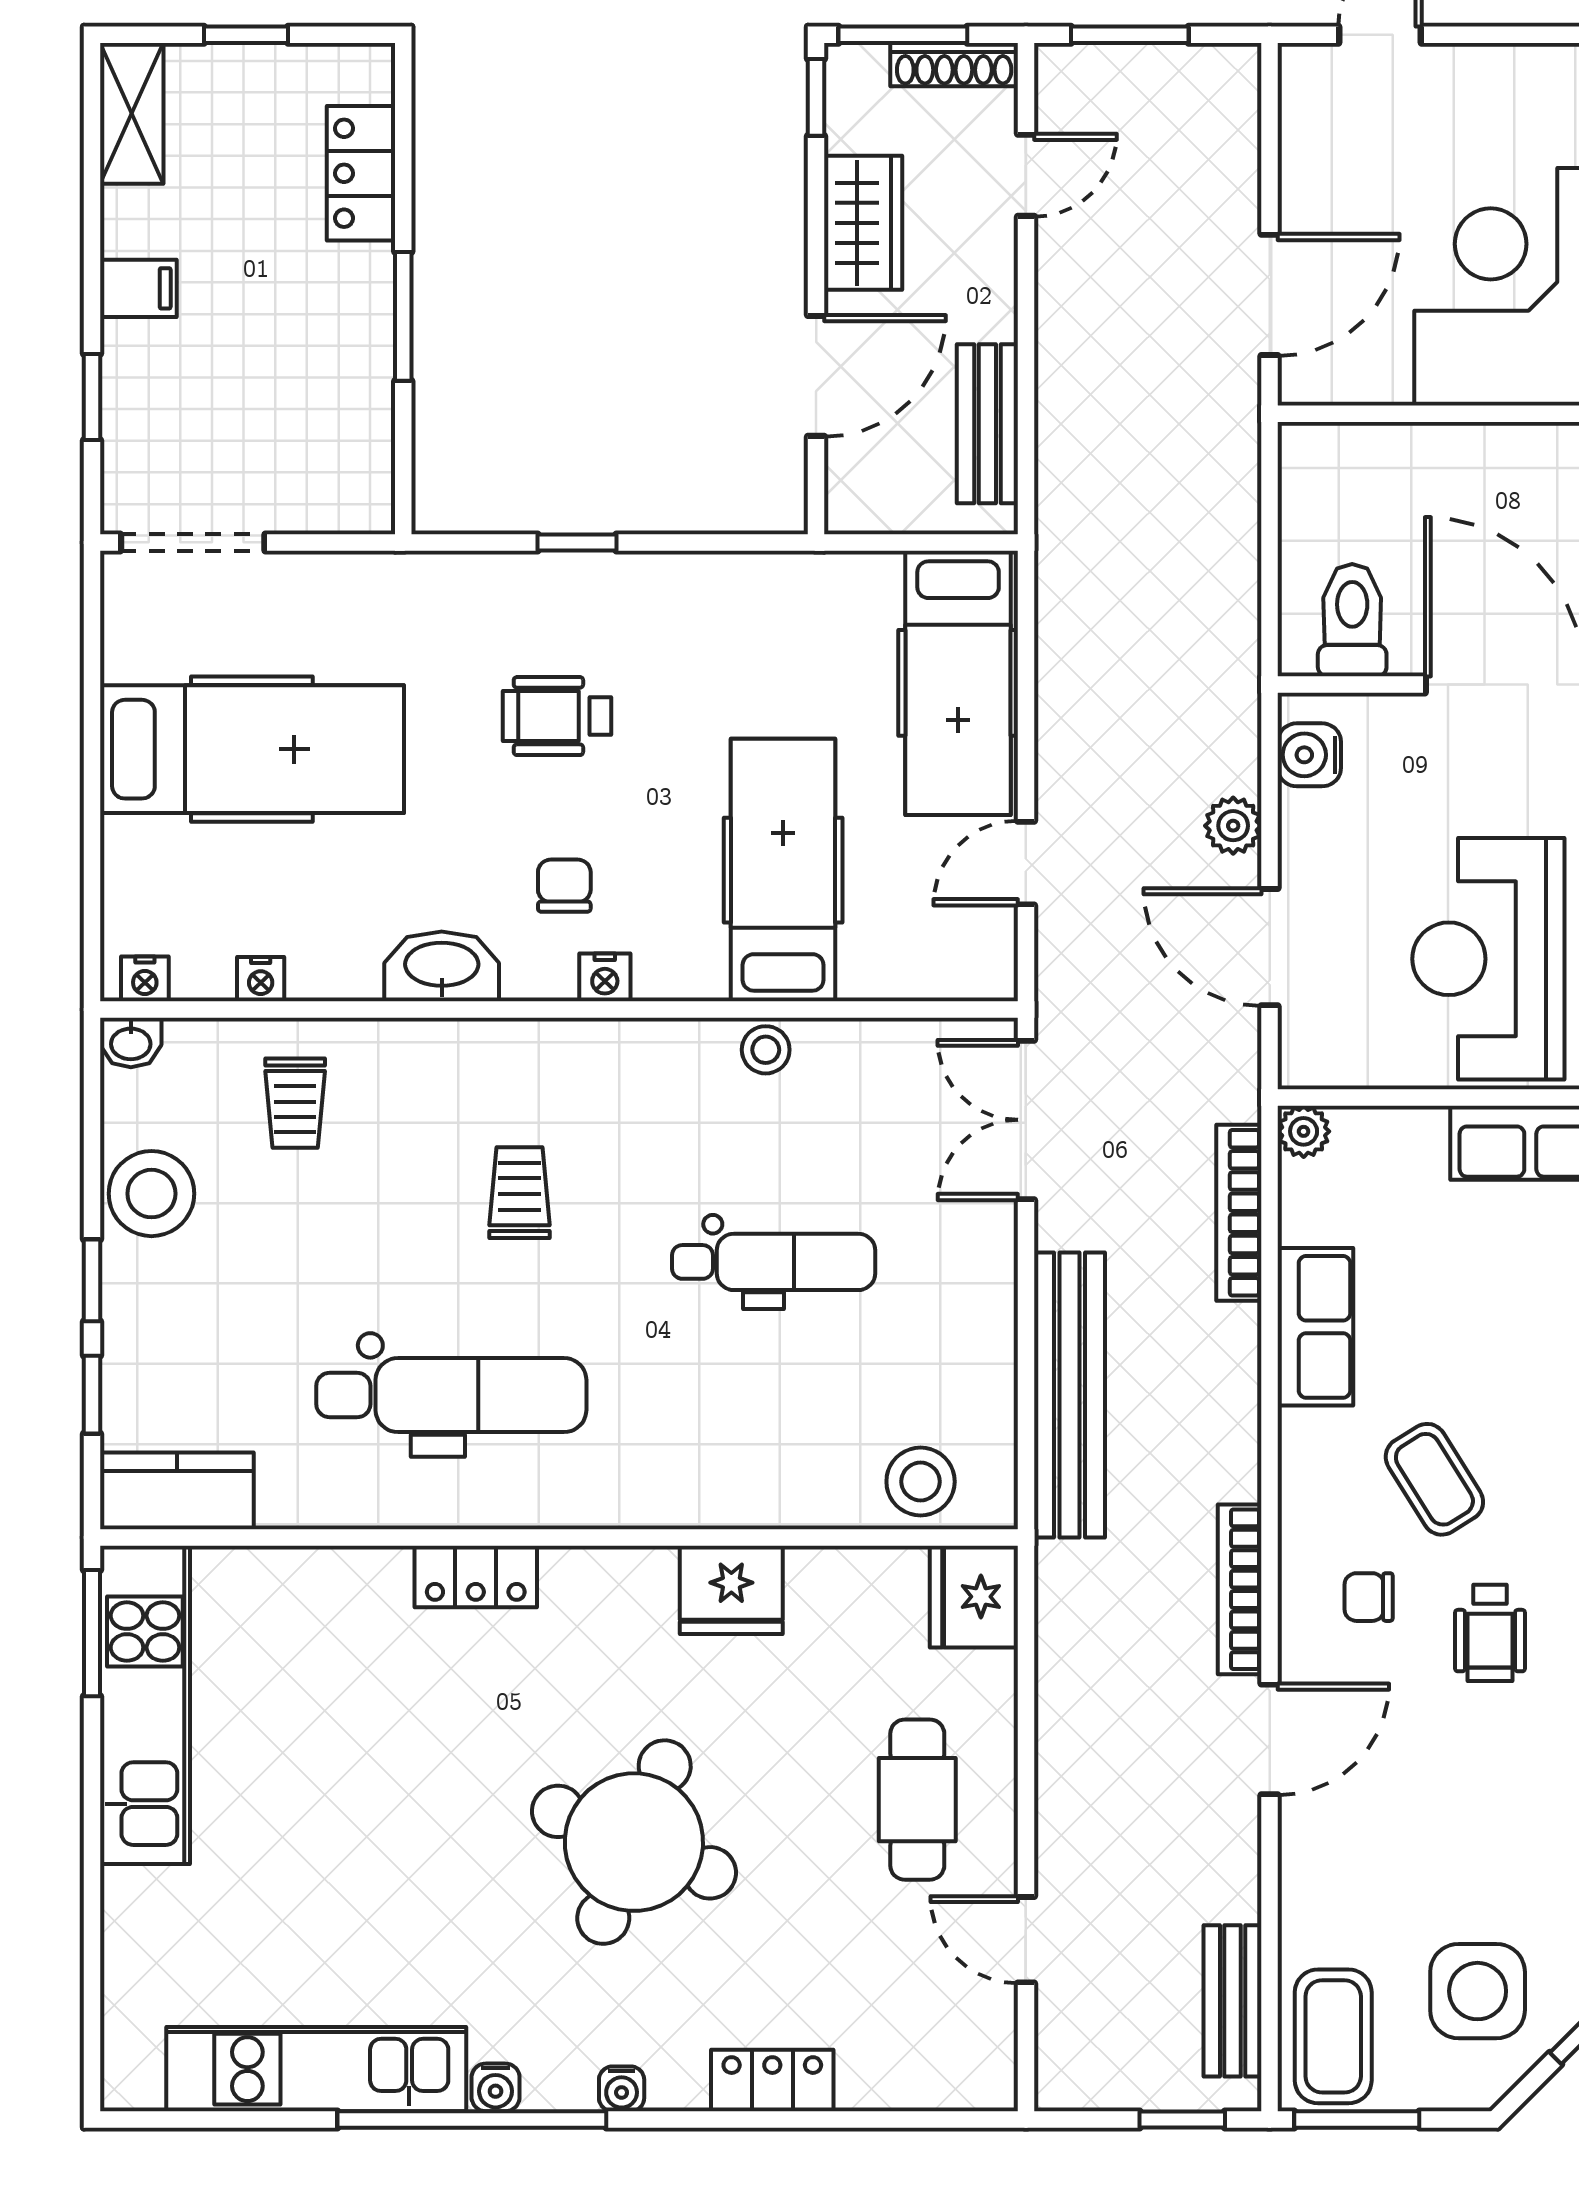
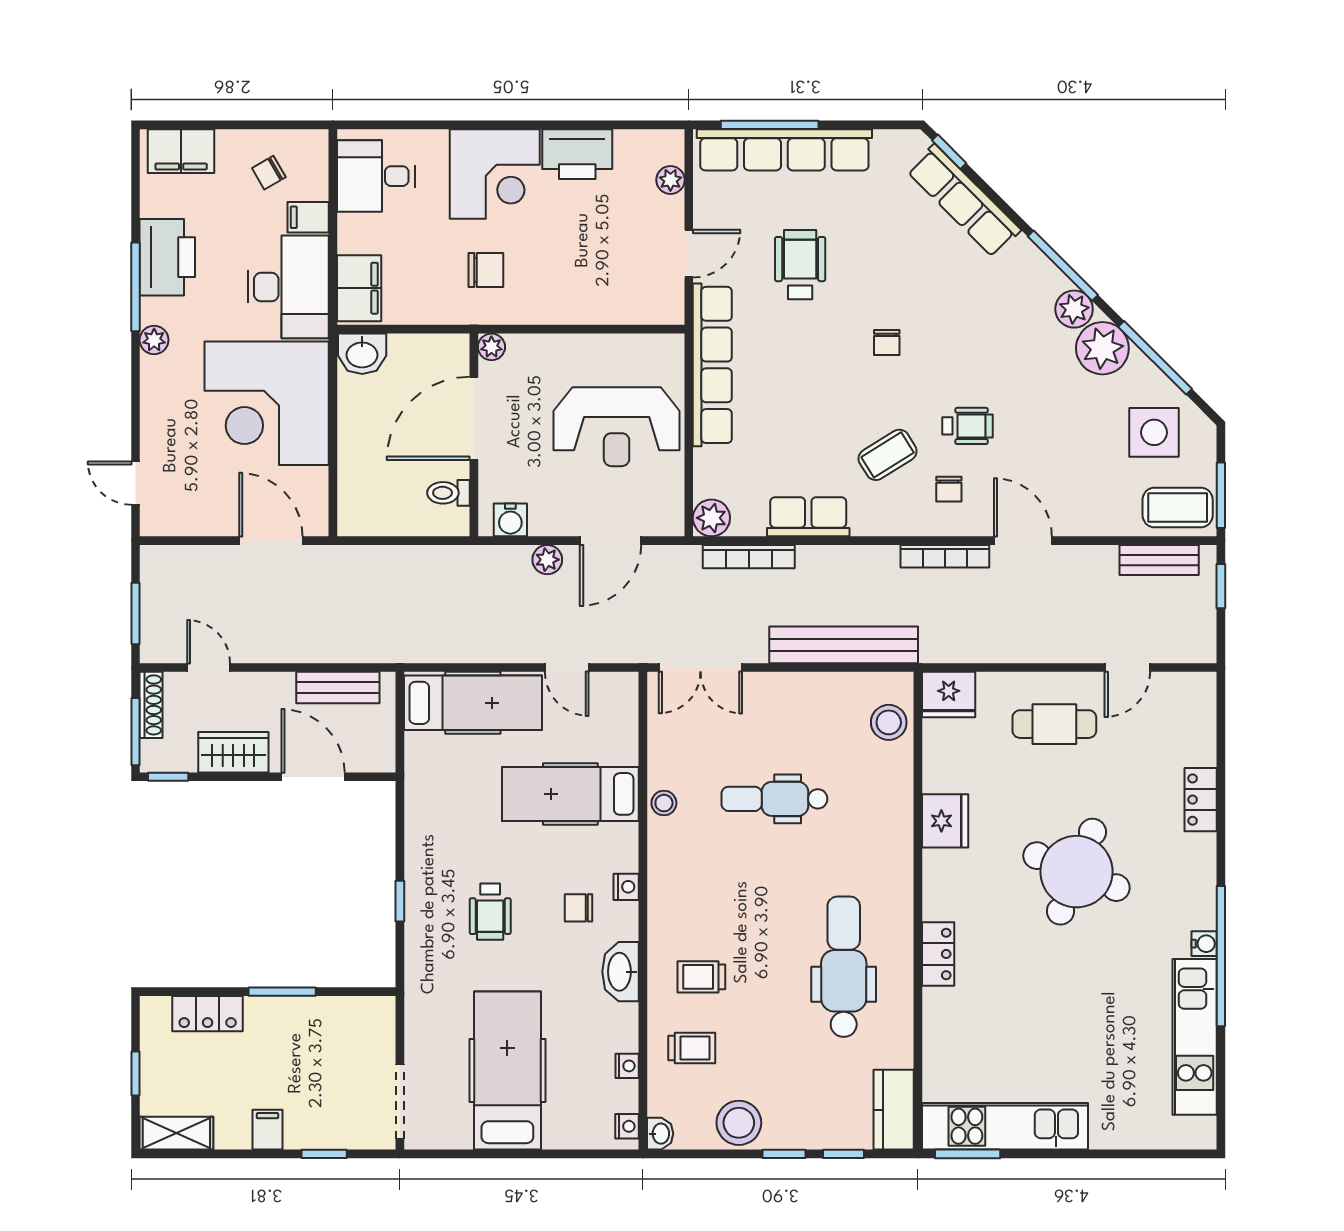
toilet: (1352, 620) -> (448, 493), width x0.73, depth x0.72
plant: (1304, 1131) -> (711, 518), width x1.38, depth x1.38
trolley: (519, 1193) -> (701, 977), moved
dental chair: (774, 1262) -> (774, 799), turned -90
water cooler: (622, 2089) -> (1205, 878), removed

